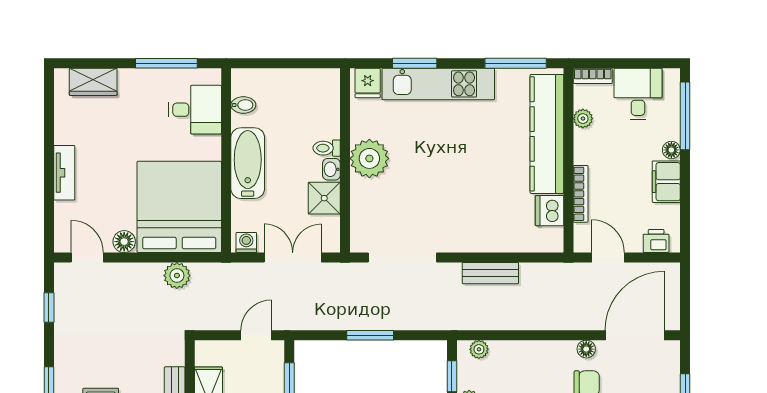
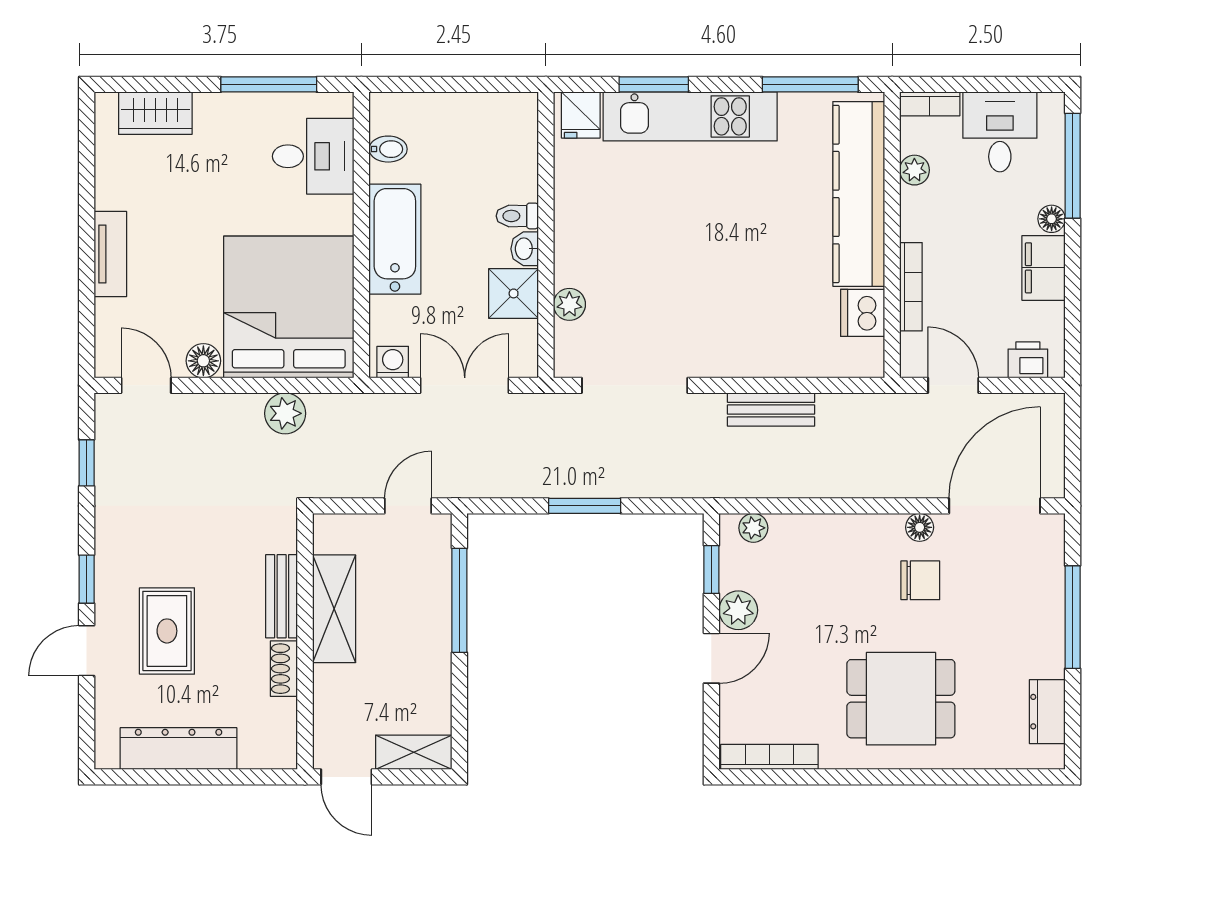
plant: (369, 158) -> (569, 304), moved, width x0.53, depth x0.53

